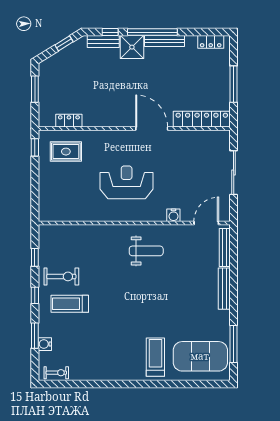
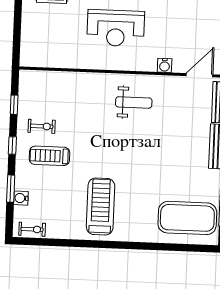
reception desk: (127, 182) -> (116, 28), turned 180
exercise bike: (61, 276) -> (42, 126), width x0.73, depth x0.72
treadmill: (155, 357) -> (101, 206), moved, width x1.37, depth x1.38

